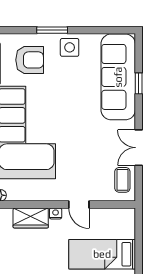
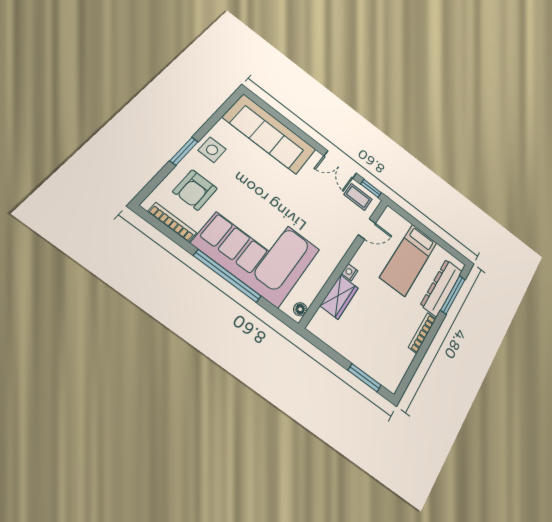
armchair: (30, 60) -> (195, 190), turned 180
window: (139, 83) -> (371, 188), moved
door: (79, 204) -> (367, 229), moved

